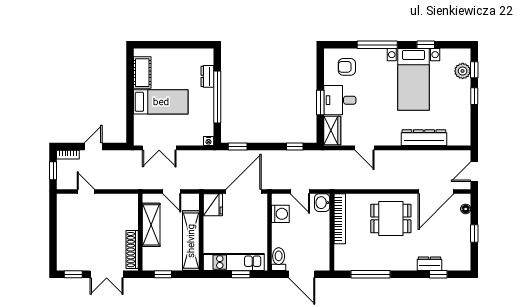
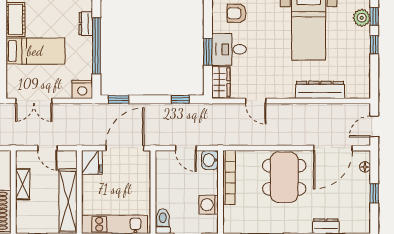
nightstand: (209, 141) -> (82, 89), width x1.89, depth x1.79
washing machine: (280, 214) -> (209, 205), moved, turned 180
dining table: (391, 218) -> (284, 177), width x1.38
shelving: (151, 225) -> (23, 184), width x0.67, depth x0.75

